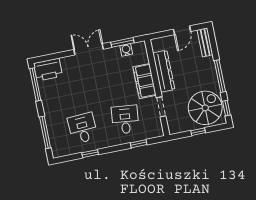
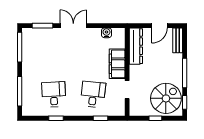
window: (122, 42) -> (43, 26), moved
printer: (48, 70) -> (34, 36), removed
dresser: (164, 71) -> (136, 46), moved

